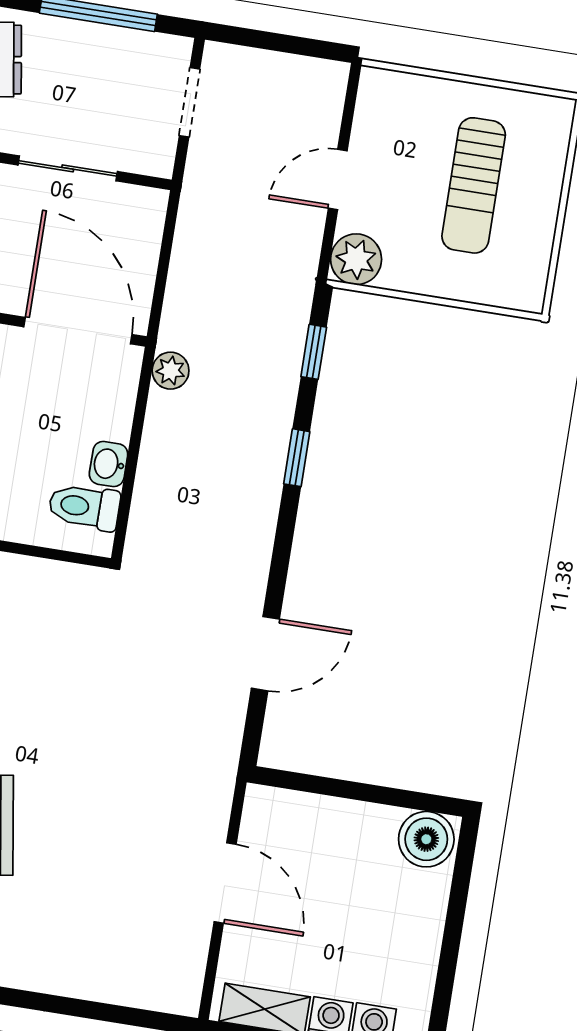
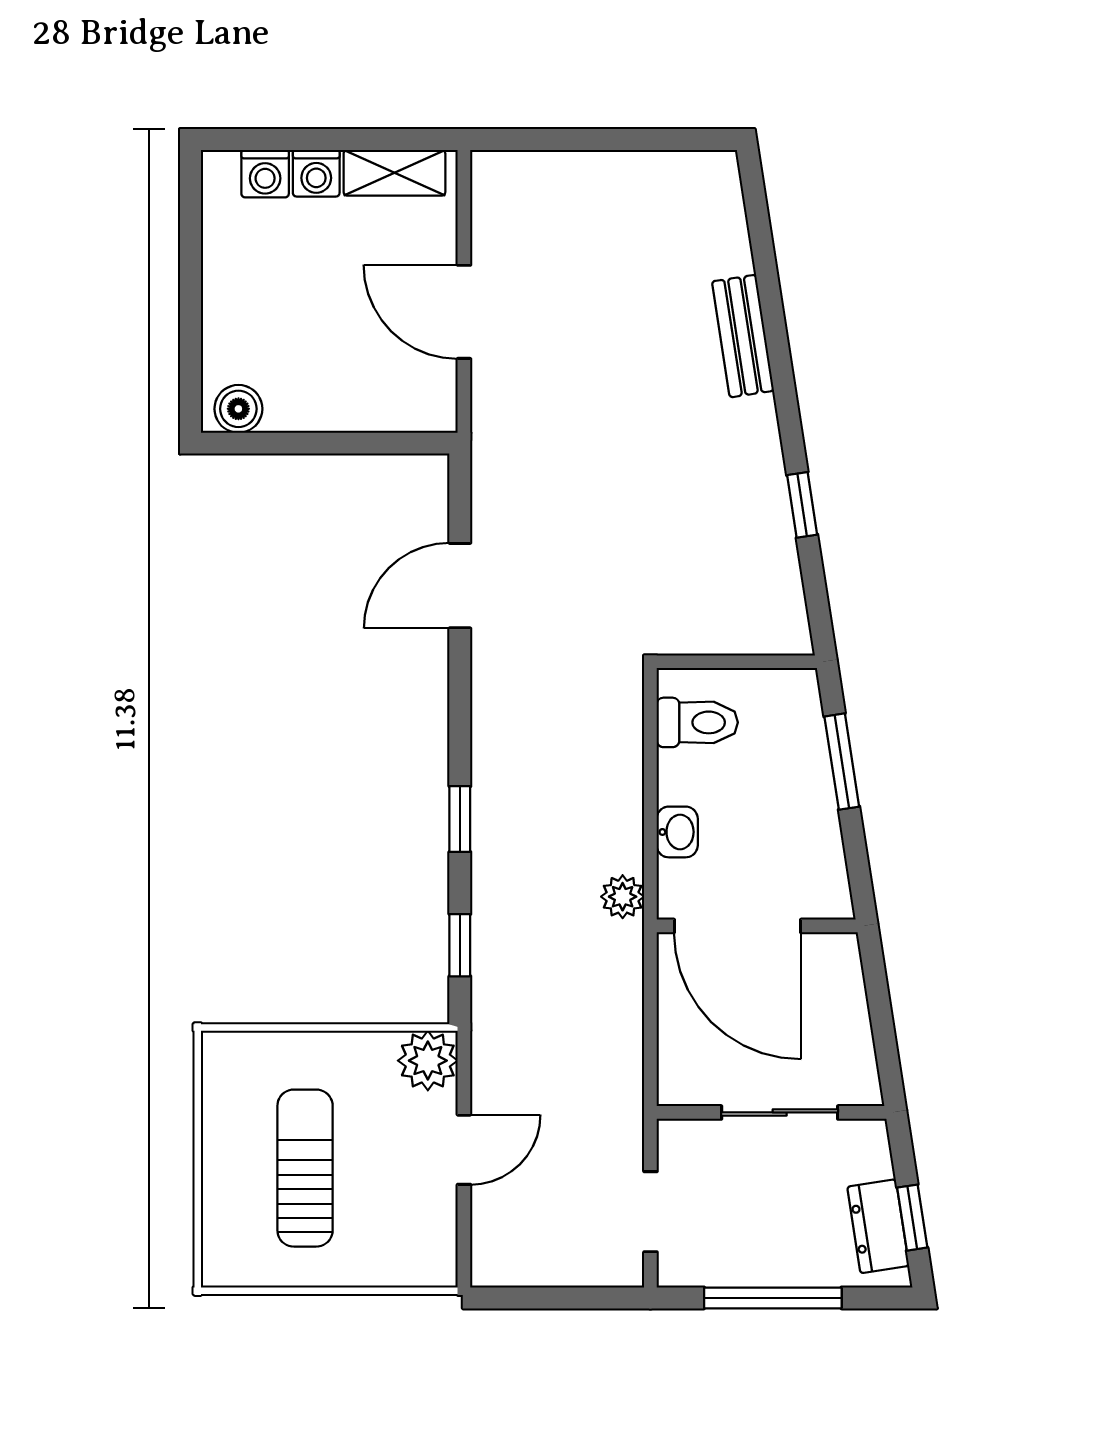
washbasin: (109, 464) -> (677, 832), moved
boiler: (426, 839) -> (238, 409), width x0.73, depth x0.73

